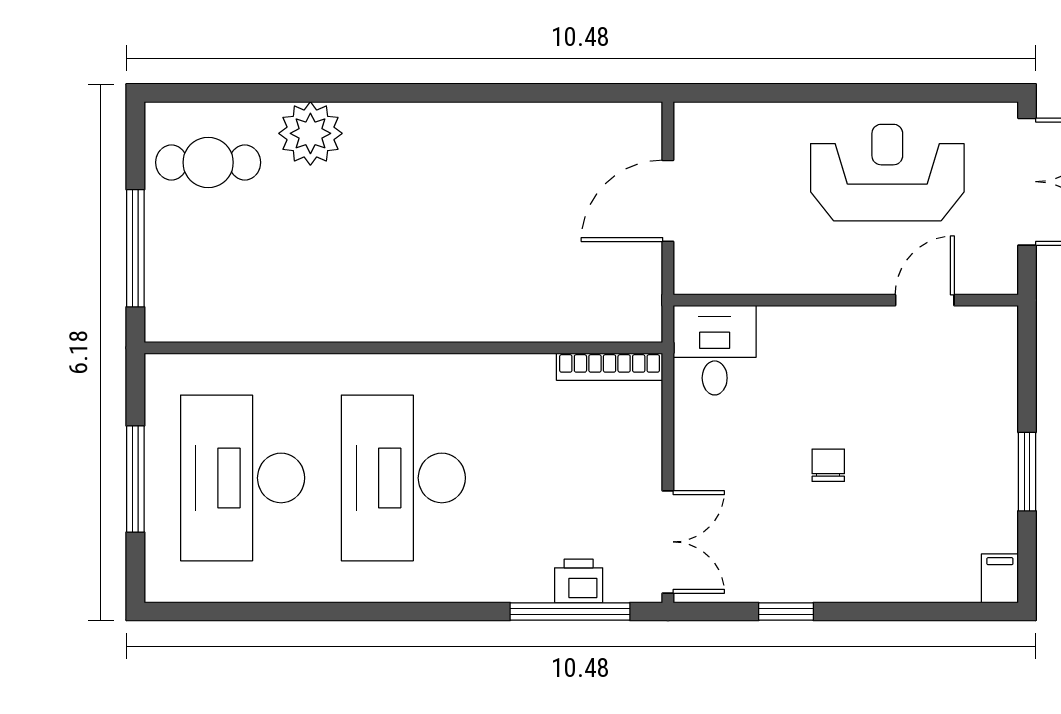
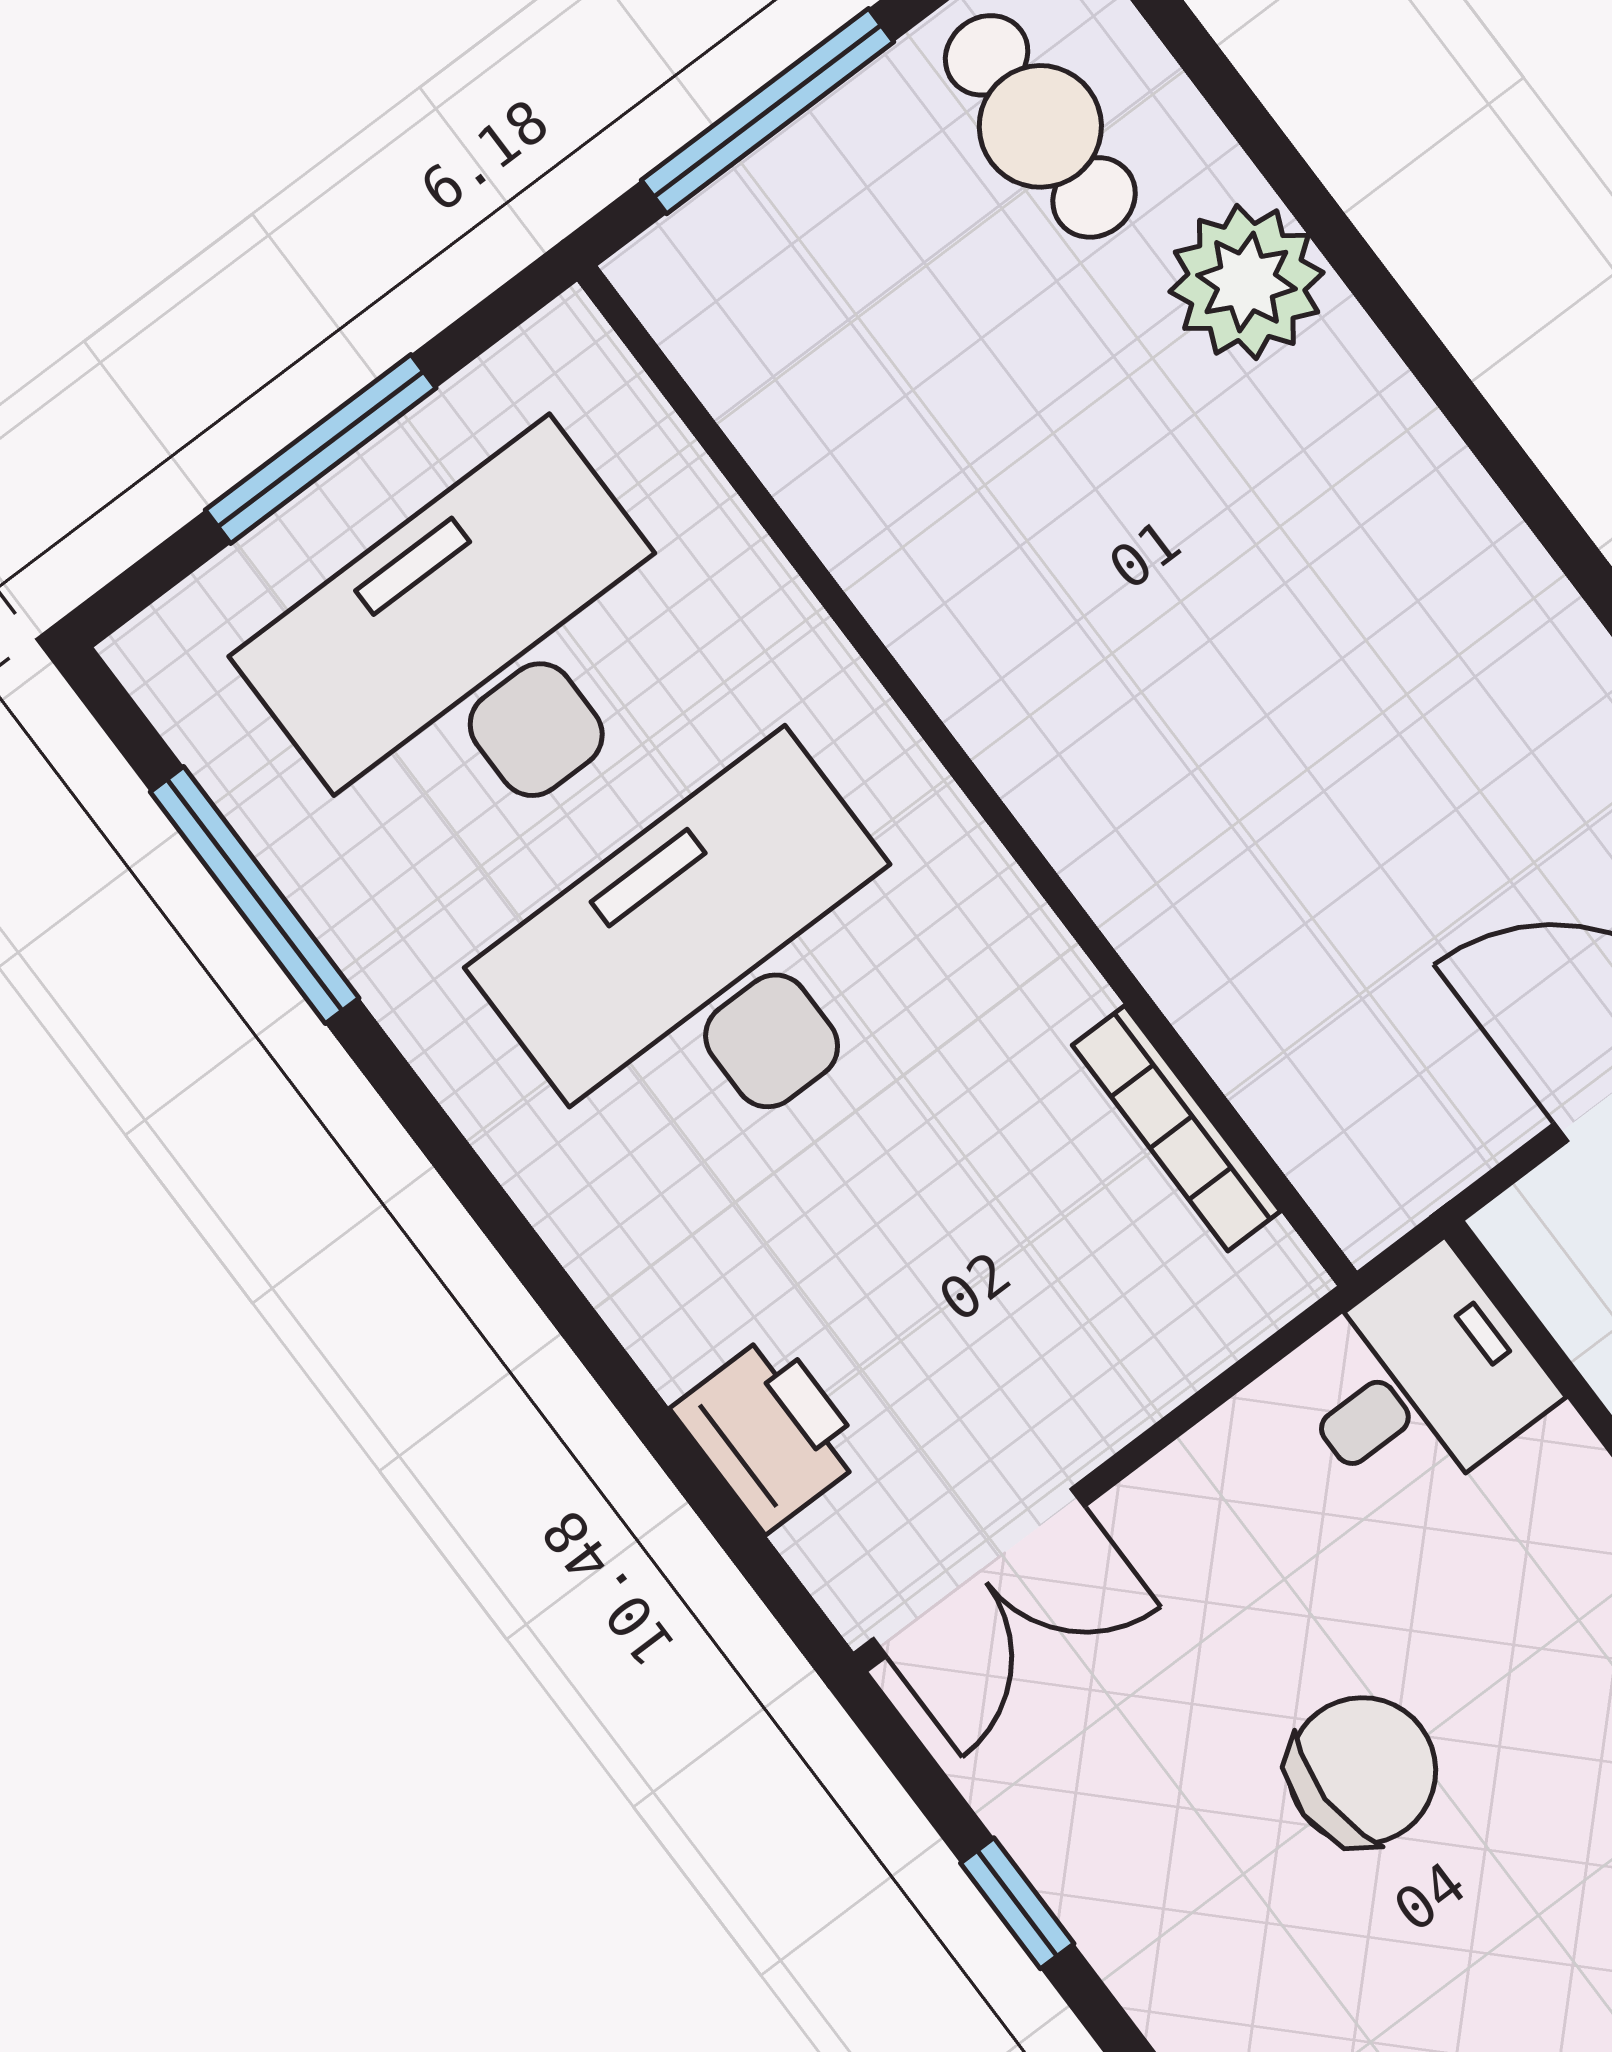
bookcase: (610, 367) -> (1176, 1128), moved
chair: (828, 465) -> (1362, 1771), width x1.87, depth x1.87
printer: (579, 581) -> (770, 1432), width x1.36, depth x1.24
window: (570, 612) -> (255, 895), moved

